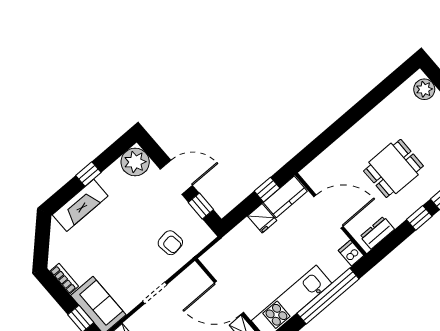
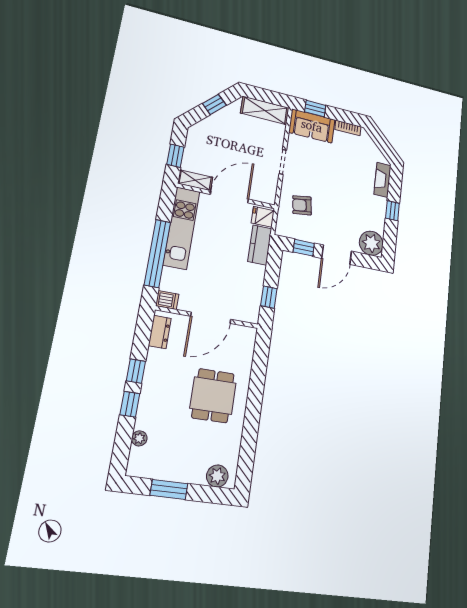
dining table: (393, 168) -> (213, 396), moved
kitchen counter: (285, 197) -> (260, 245), moved
fireplace: (80, 205) -> (382, 180), width x0.73, depth x0.76
fridge: (262, 218) -> (263, 217), moved

